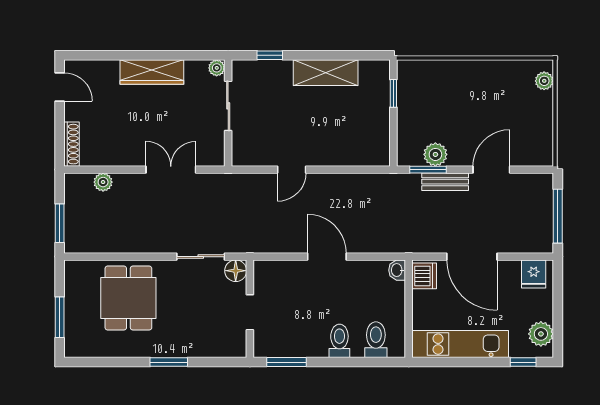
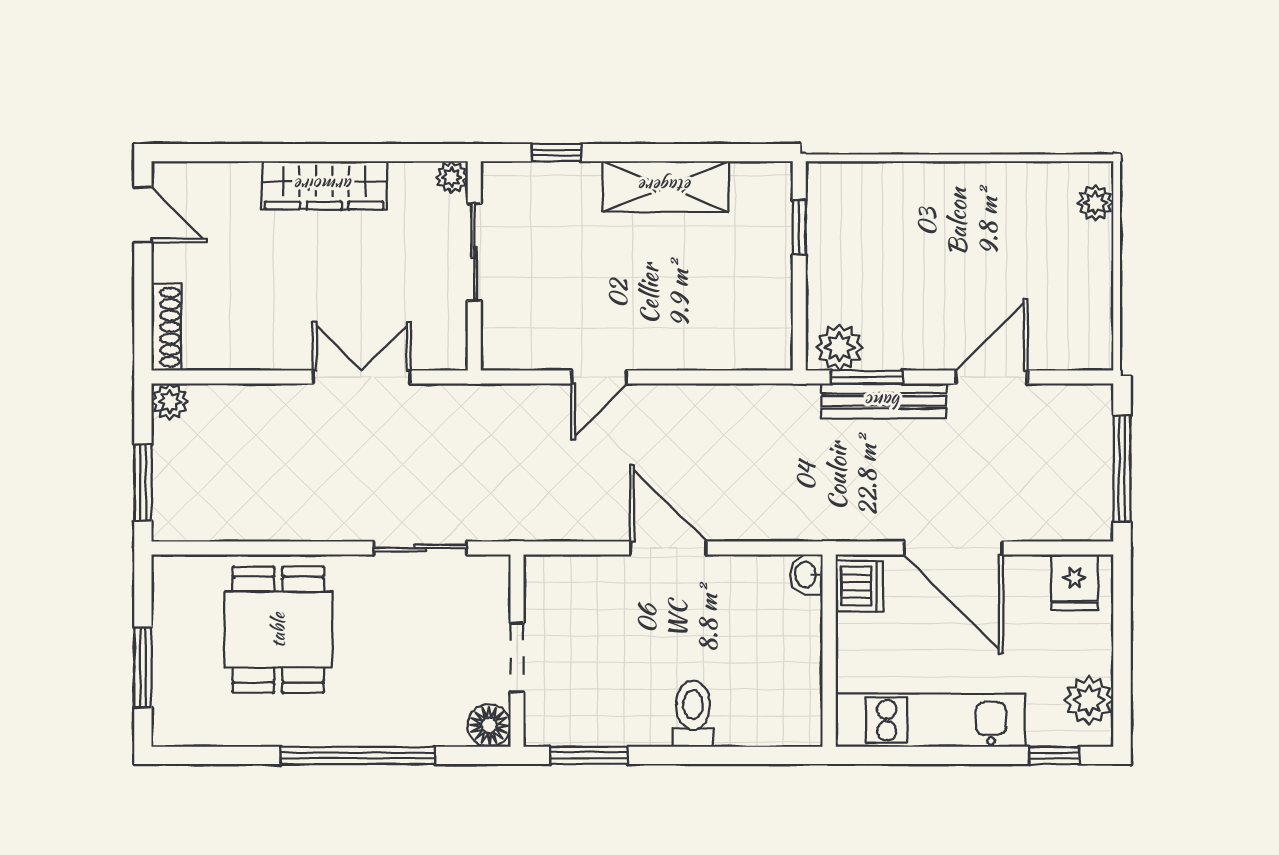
plant: (435, 154) -> (839, 347), moved
plant: (103, 182) -> (170, 402), moved
bench: (445, 182) -> (884, 401), width x1.36
floor lamp: (236, 271) -> (489, 725), moved
toilet: (376, 340) -> (765, 711), removed
window: (169, 362) -> (358, 755), width x2.11

